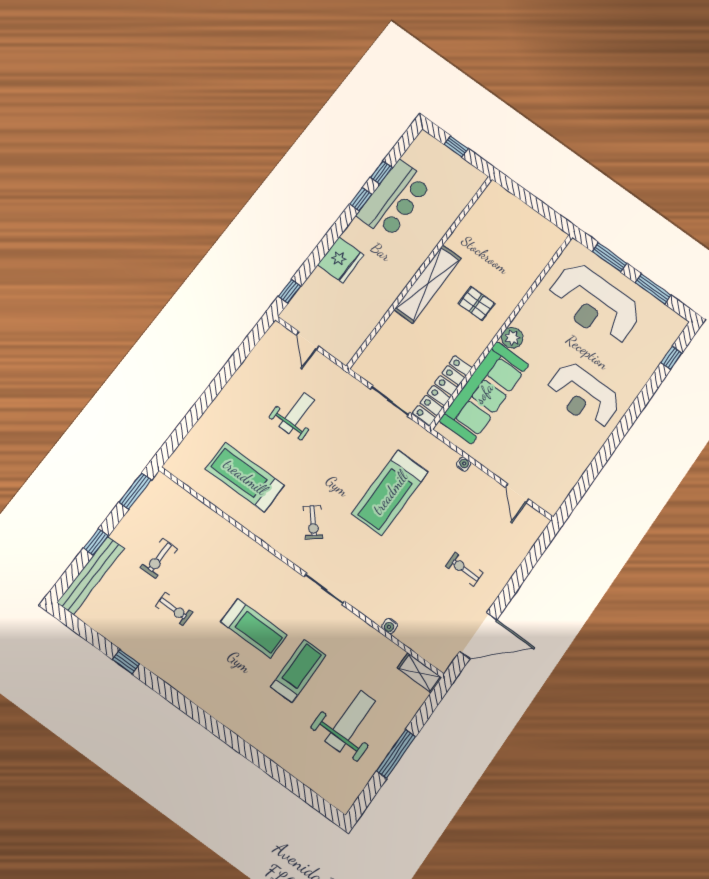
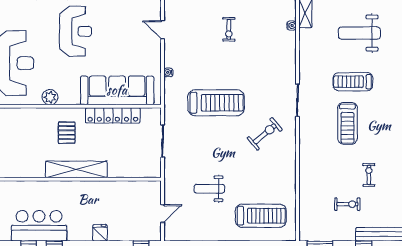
fridge: (341, 260) -> (100, 233), width x0.53, depth x0.75
plant: (512, 338) -> (50, 97), moved
locker: (442, 390) -> (113, 115), moved
treadmill: (245, 477) -> (261, 216), moved, turned -90
door: (517, 493) -> (163, 30), swing flipped
exercise bike: (313, 522) -> (265, 134), width x1.38, depth x1.39
water cooler: (390, 626) -> (291, 25), moved
treadmill: (254, 628) -> (347, 123), turned 180

